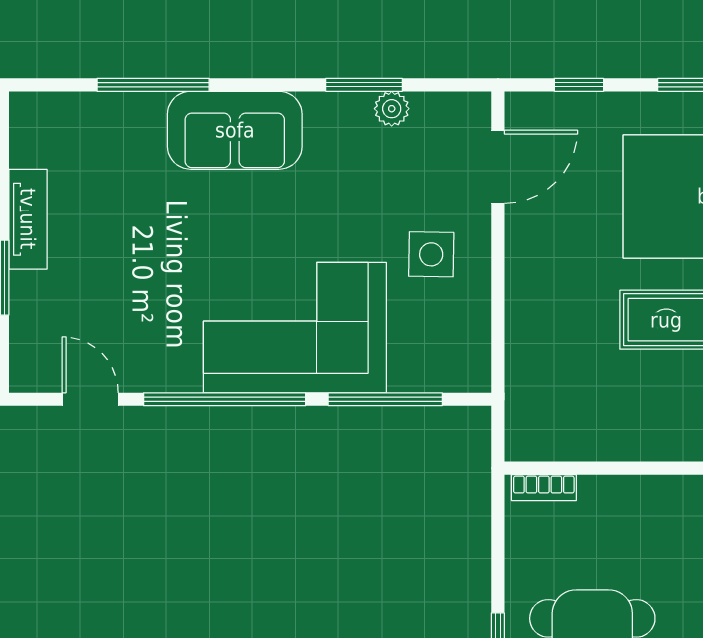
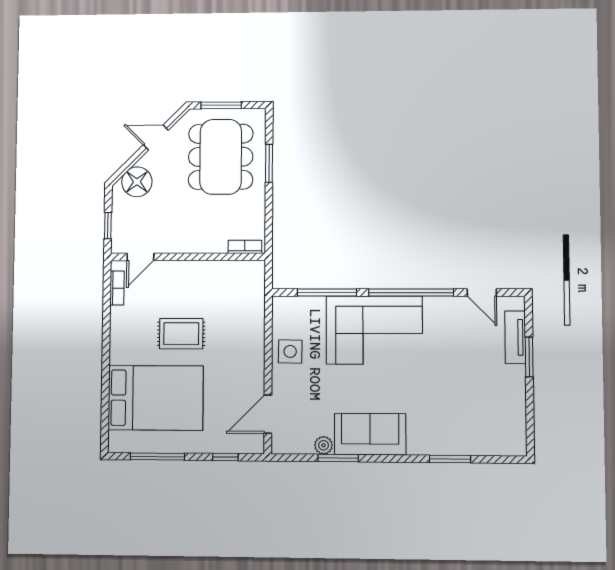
window: (153, 85) -> (450, 459), width x0.69
sofa: (235, 130) -> (370, 434), moved
tv unit: (28, 219) -> (515, 337), moved
side table: (431, 254) -> (290, 351), moved

